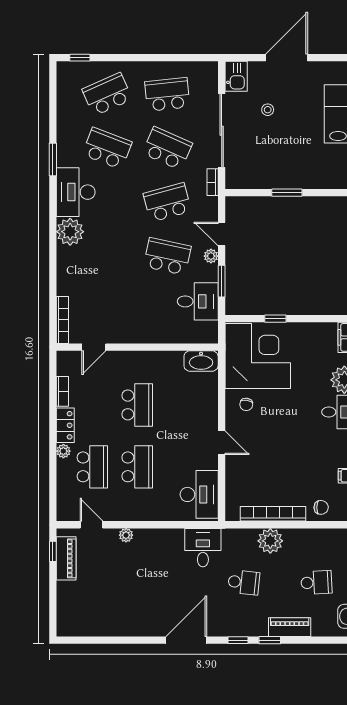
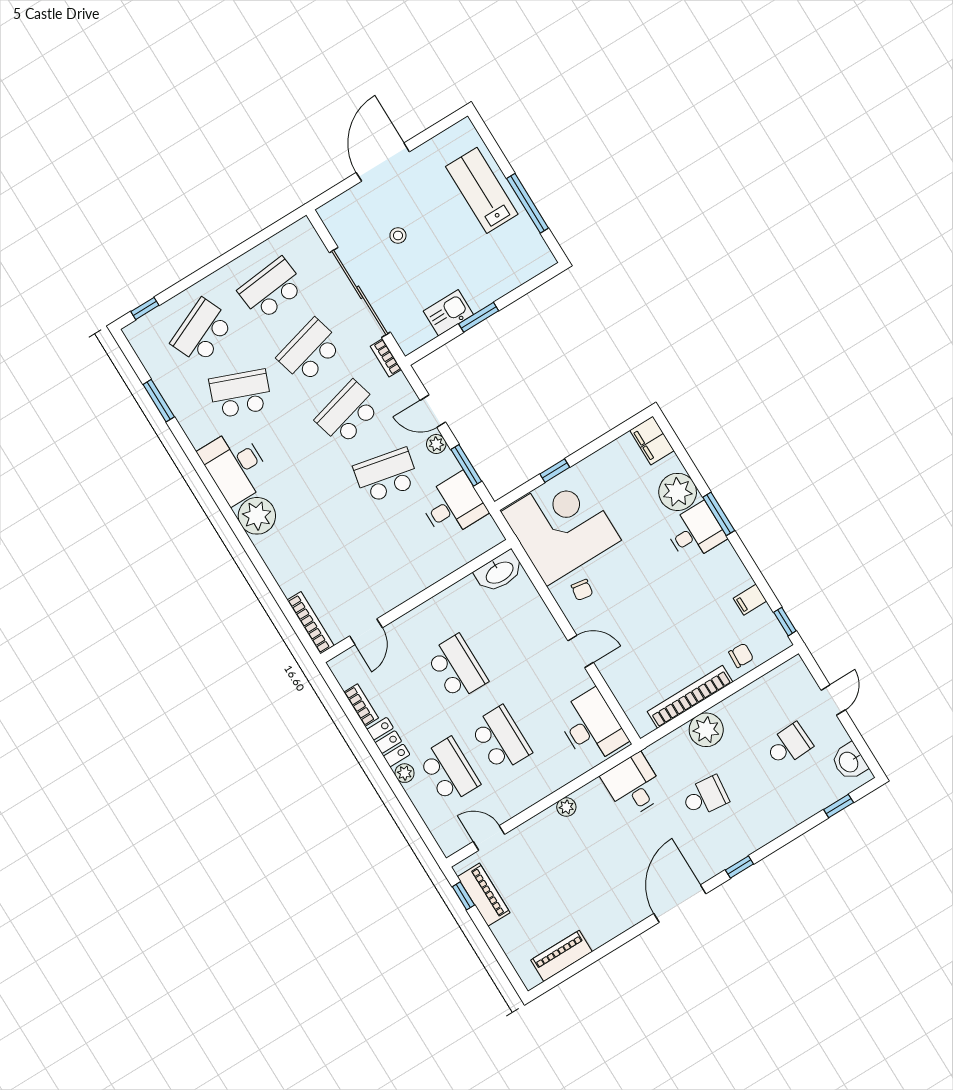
kitchen sink: (236, 76) -> (448, 313), moved, turned -90
school desk: (167, 148) -> (310, 351), turned -39
window: (53, 159) -> (159, 401), moved
plant: (126, 535) -> (566, 807), moved
piano: (290, 627) -> (561, 956), moved
window: (270, 640) -> (839, 806), moved

